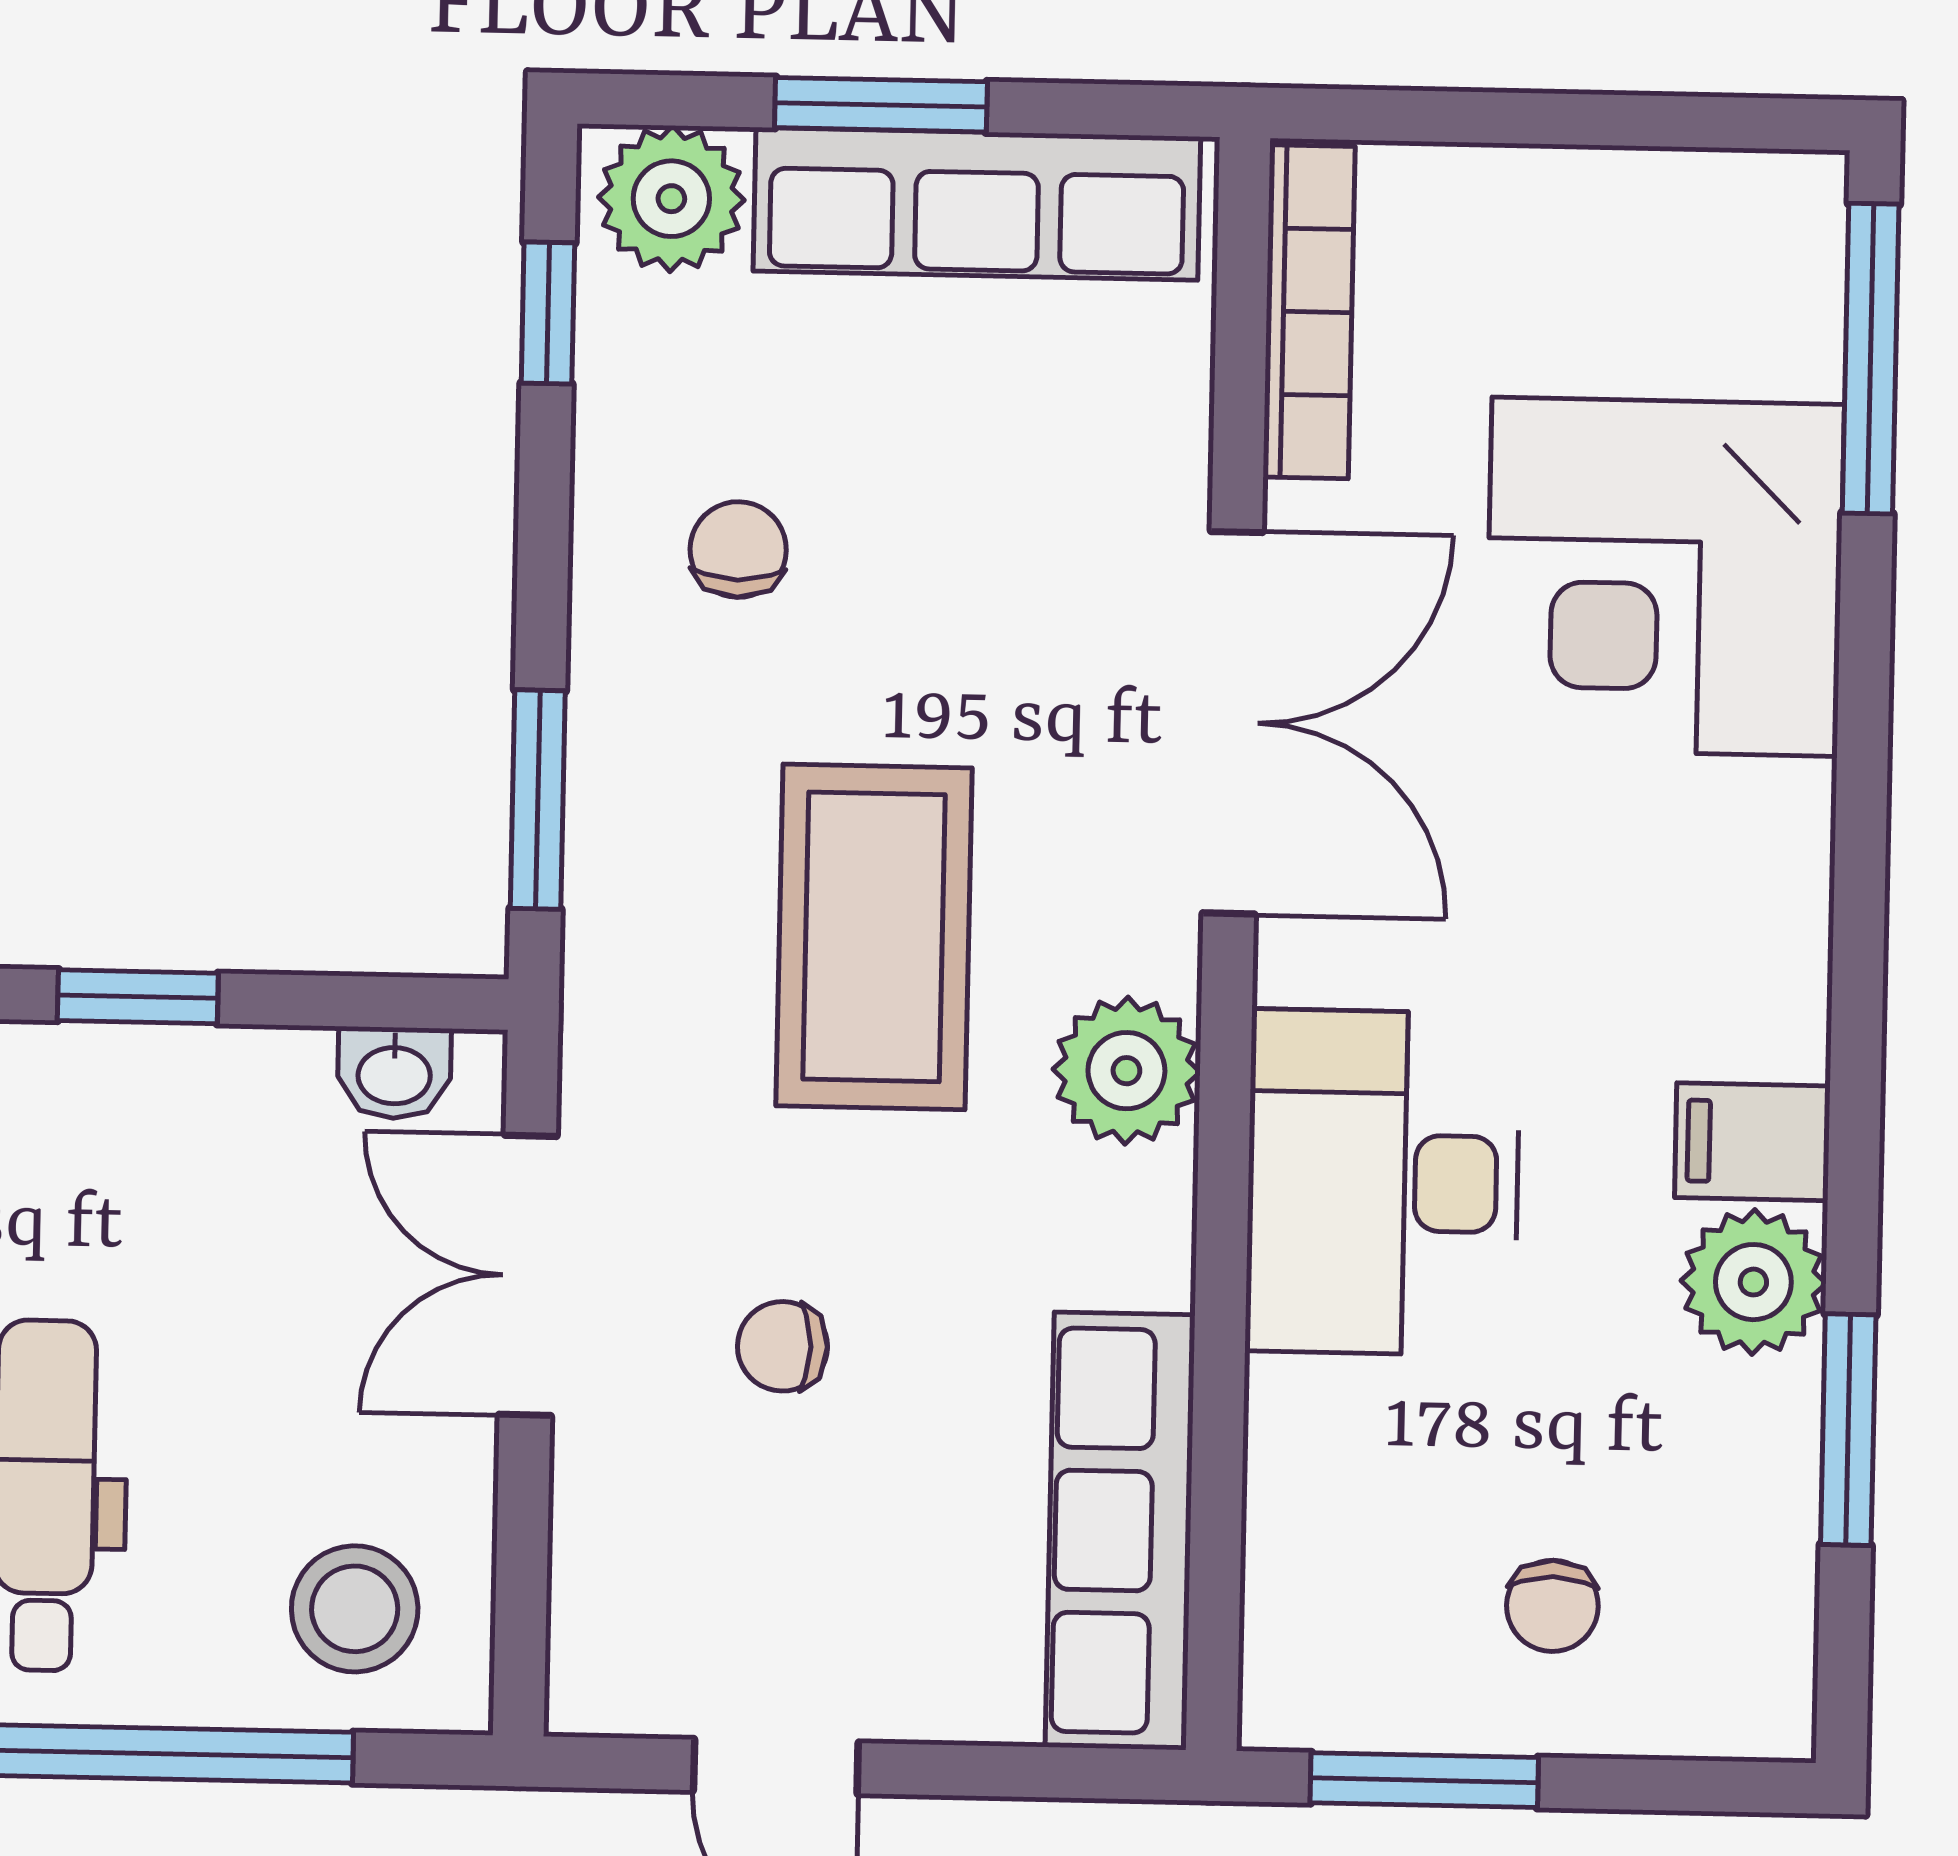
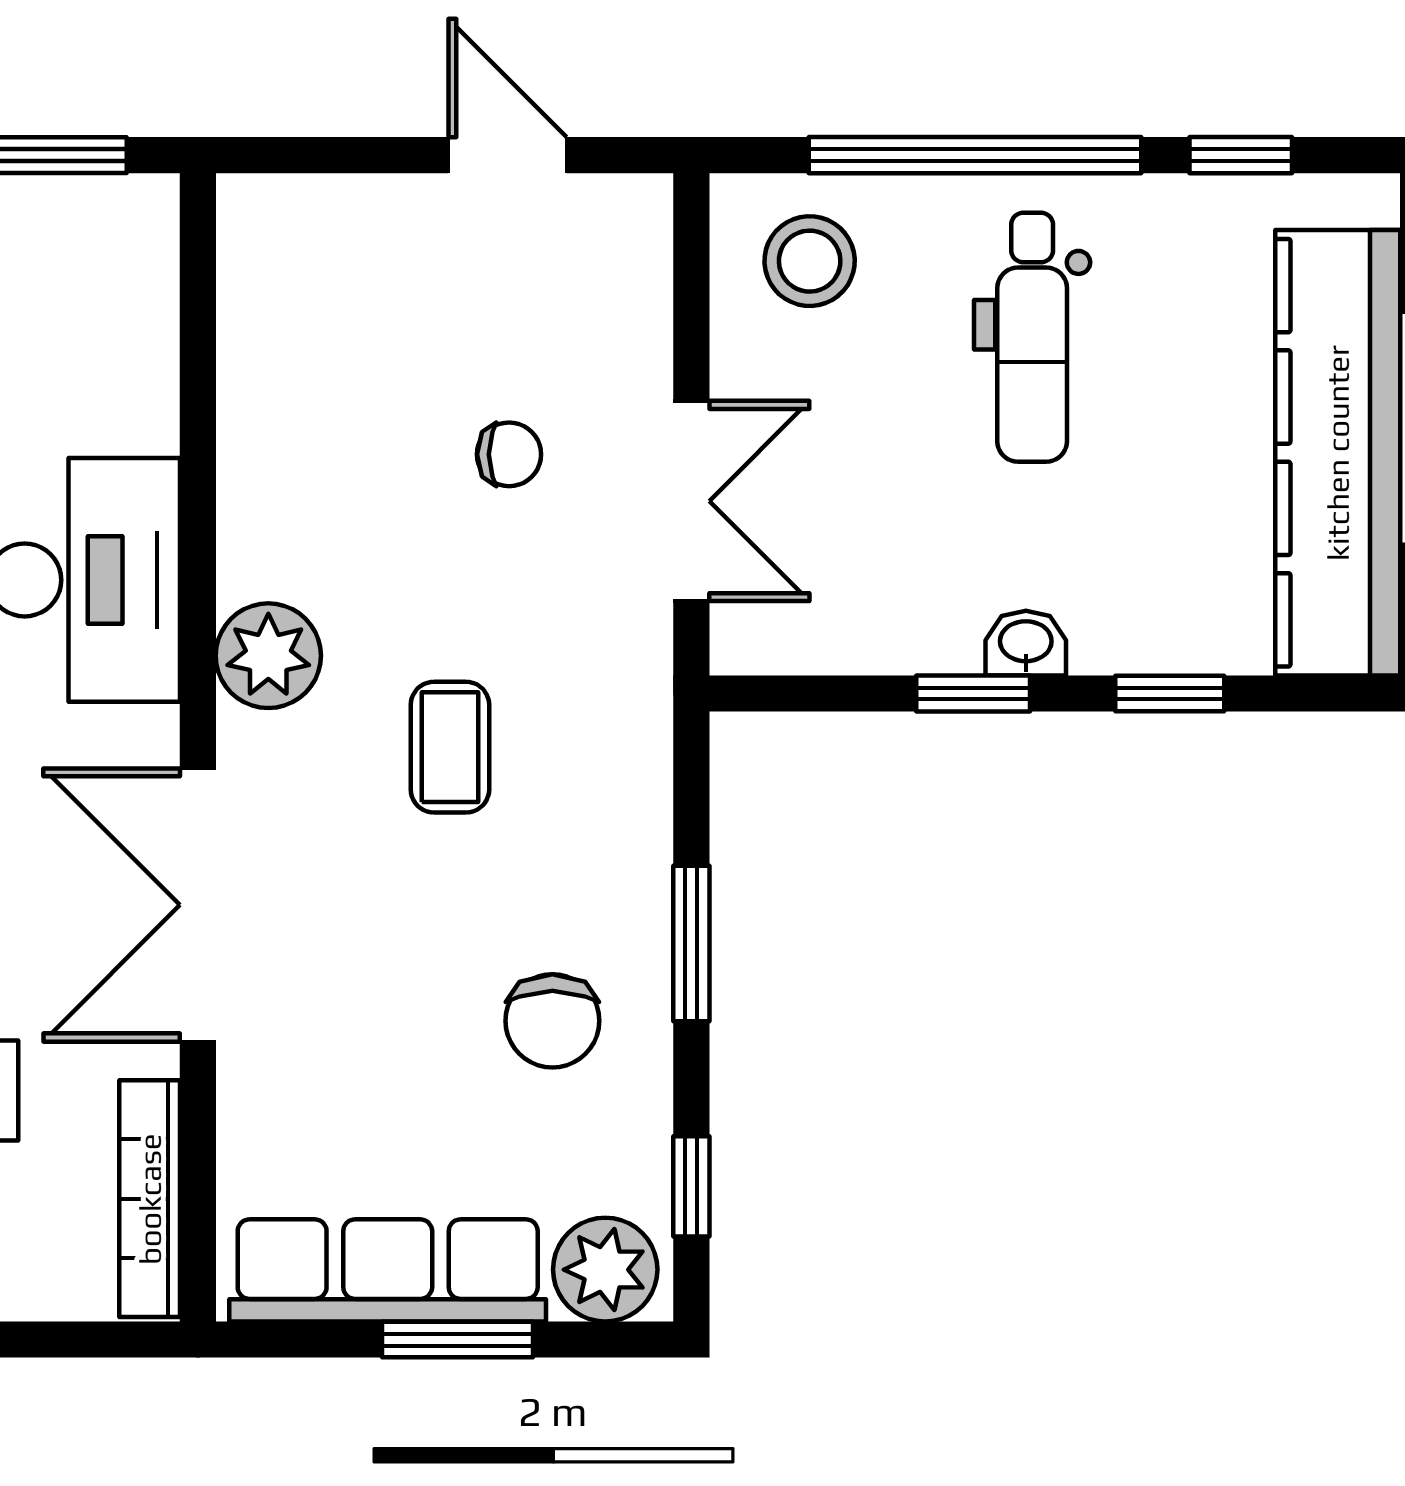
chair: (738, 550) -> (552, 1021), width x1.37, depth x1.37
window: (538, 800) -> (691, 943), moved
coffee table: (874, 937) -> (450, 747), width x0.54, depth x0.58
washbasin: (394, 1073) -> (1026, 643), moved
row of seats: (1120, 1531) -> (266, 328), removed

